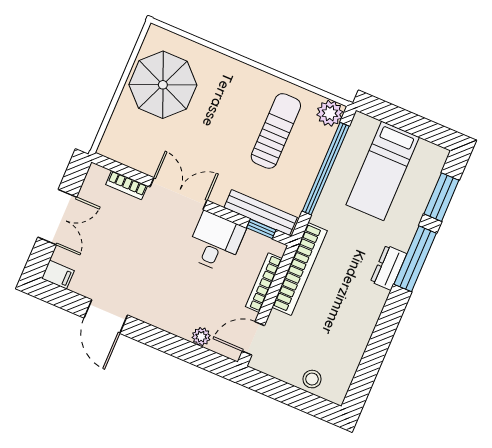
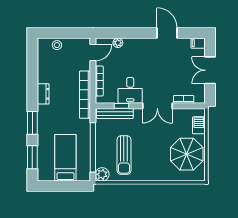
barbecue: (119, 127) -> (199, 125), added
window: (261, 229) -> (121, 106), moved
window: (415, 259) -> (32, 123), width x0.69
dresser: (389, 268) -> (43, 94), moved

